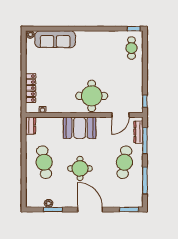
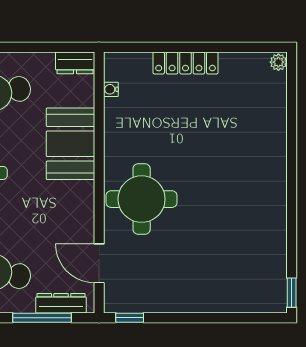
sofa: (55, 39) -> (268, 118), removed
cafe table: (131, 48) -> (248, 288), removed
locker: (31, 88) -> (186, 63), moved
booth: (80, 128) -> (70, 144), moved

